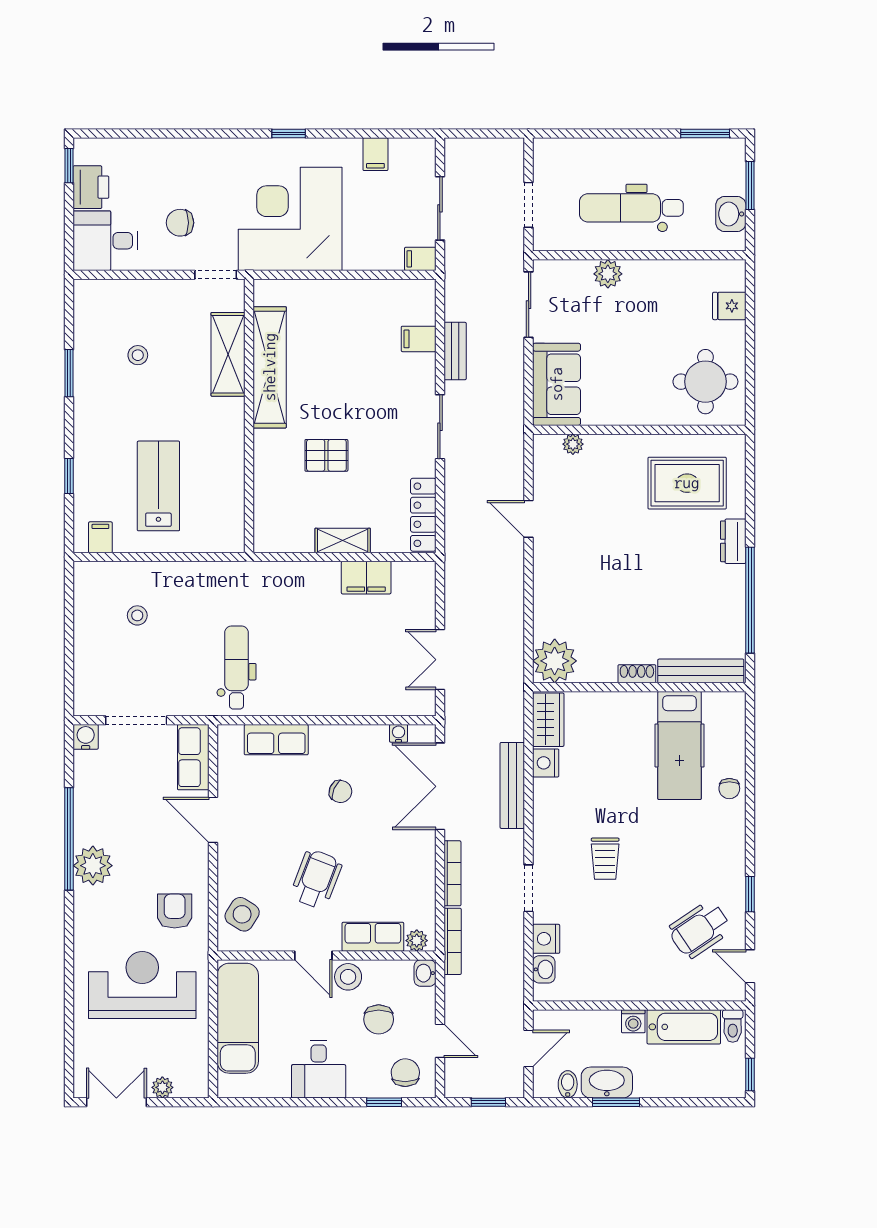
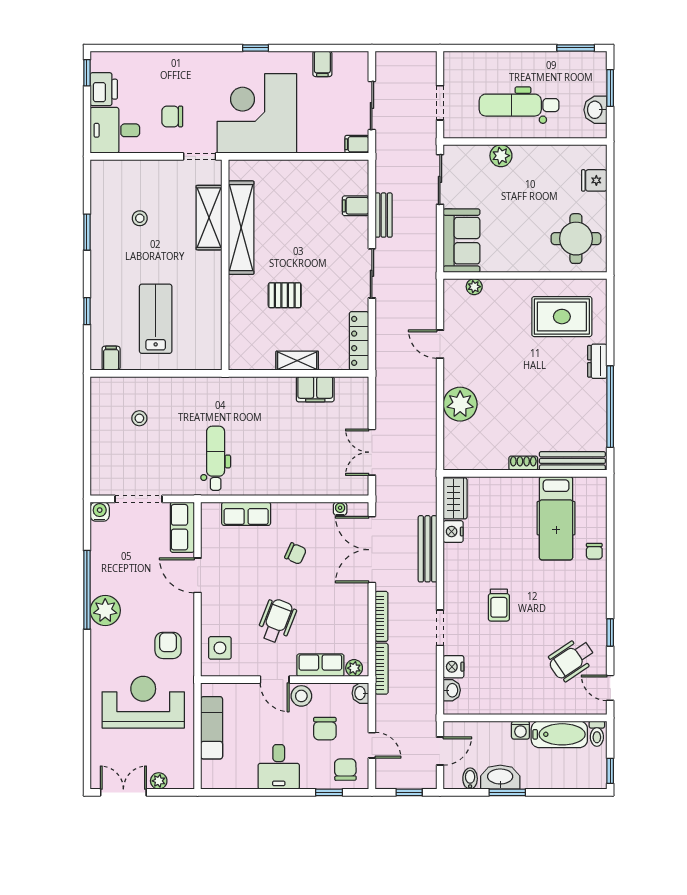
plant: (555, 661) -> (460, 404), moved
side table: (242, 914) -> (220, 648), turned -32
exam couch: (238, 1018) -> (212, 728), width x0.73, depth x0.69

